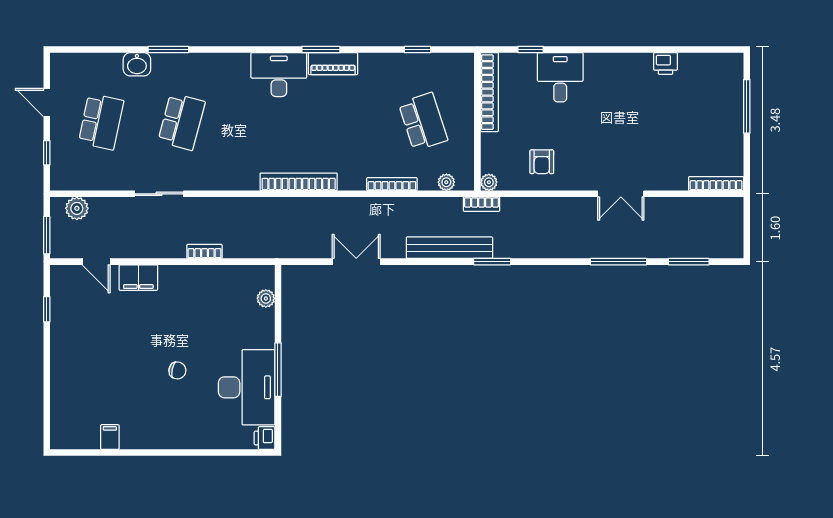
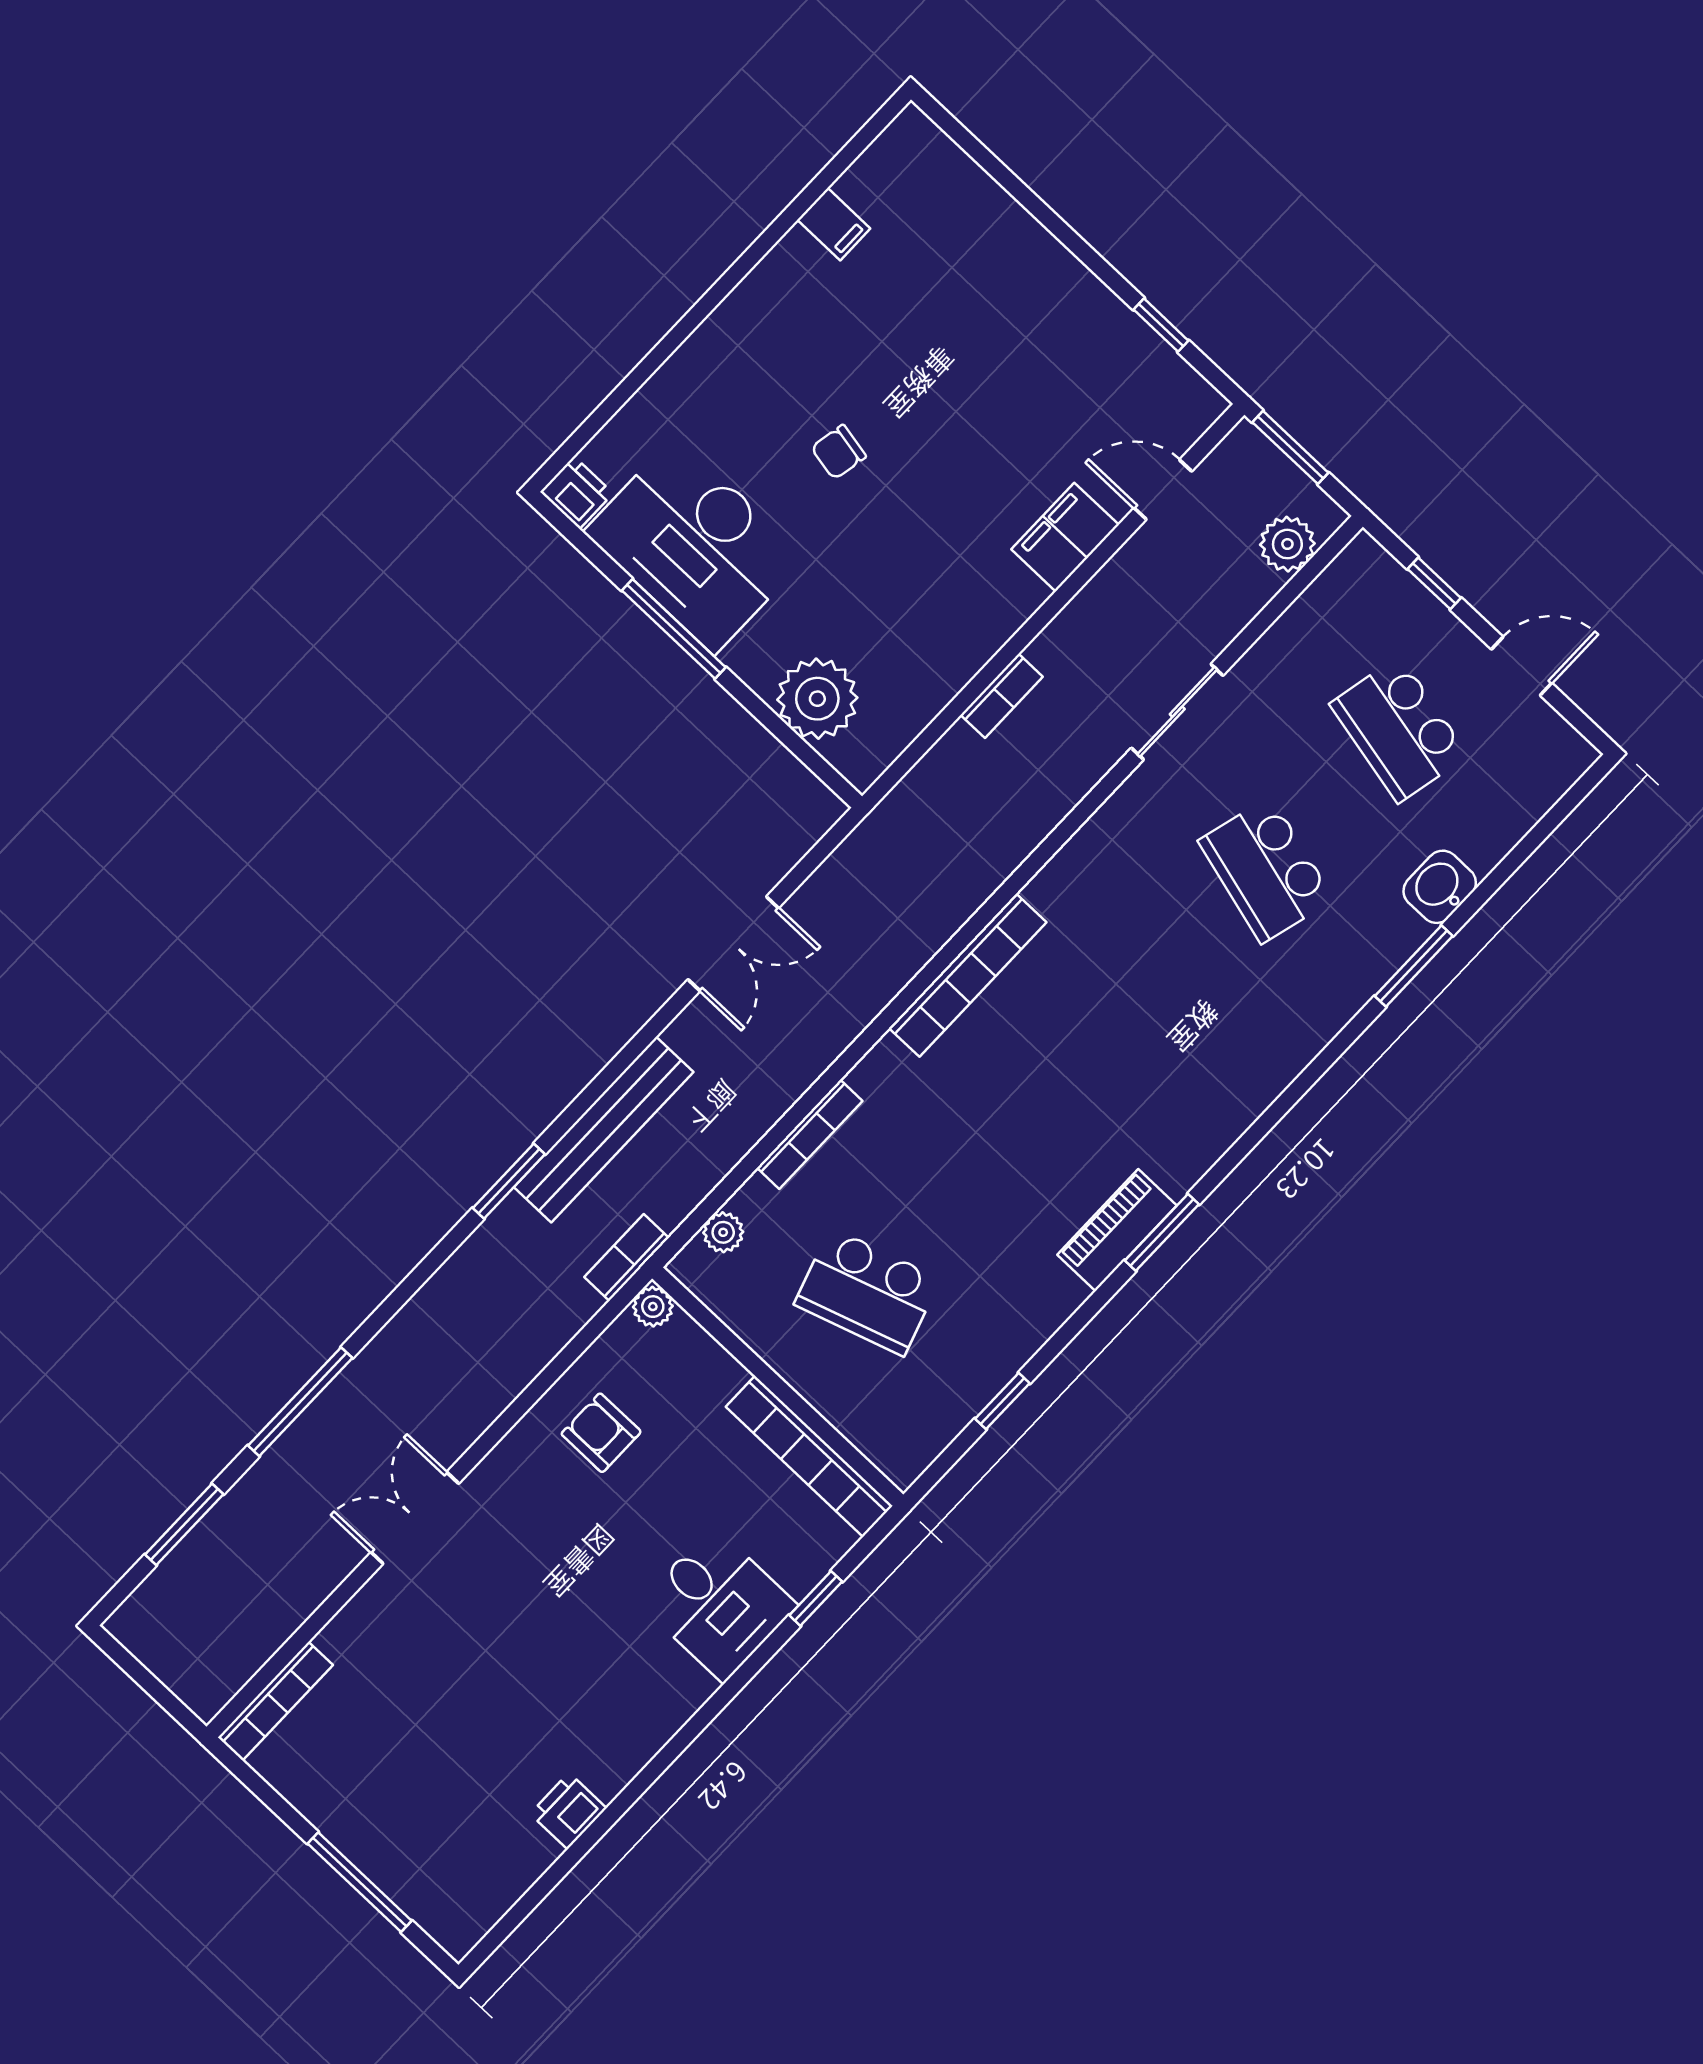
desk: (279, 75) -> (1187, 1118), removed
plant: (266, 298) -> (817, 699), width x1.88, depth x1.88

